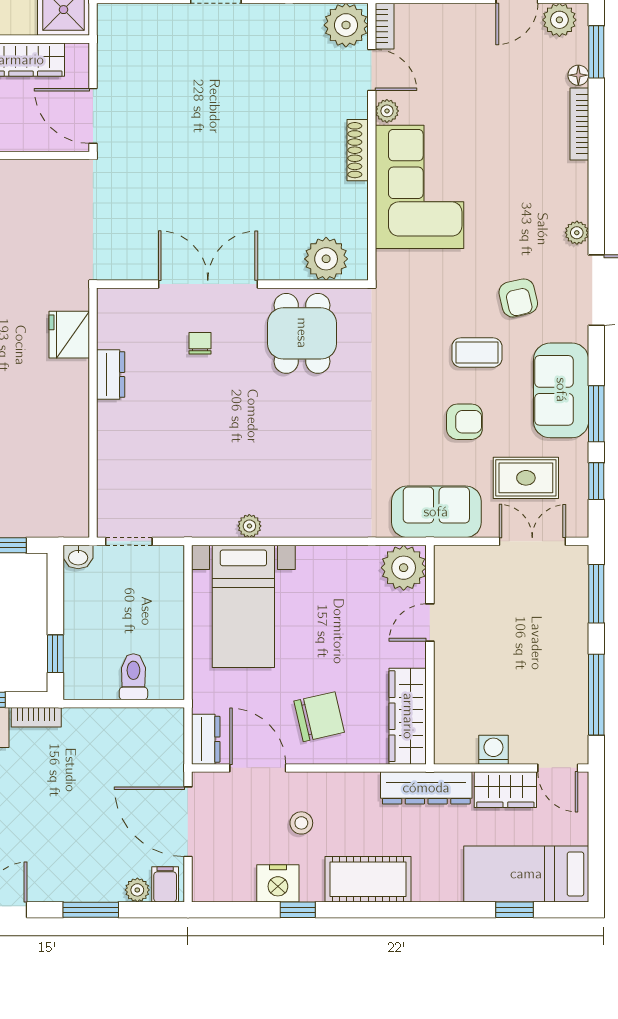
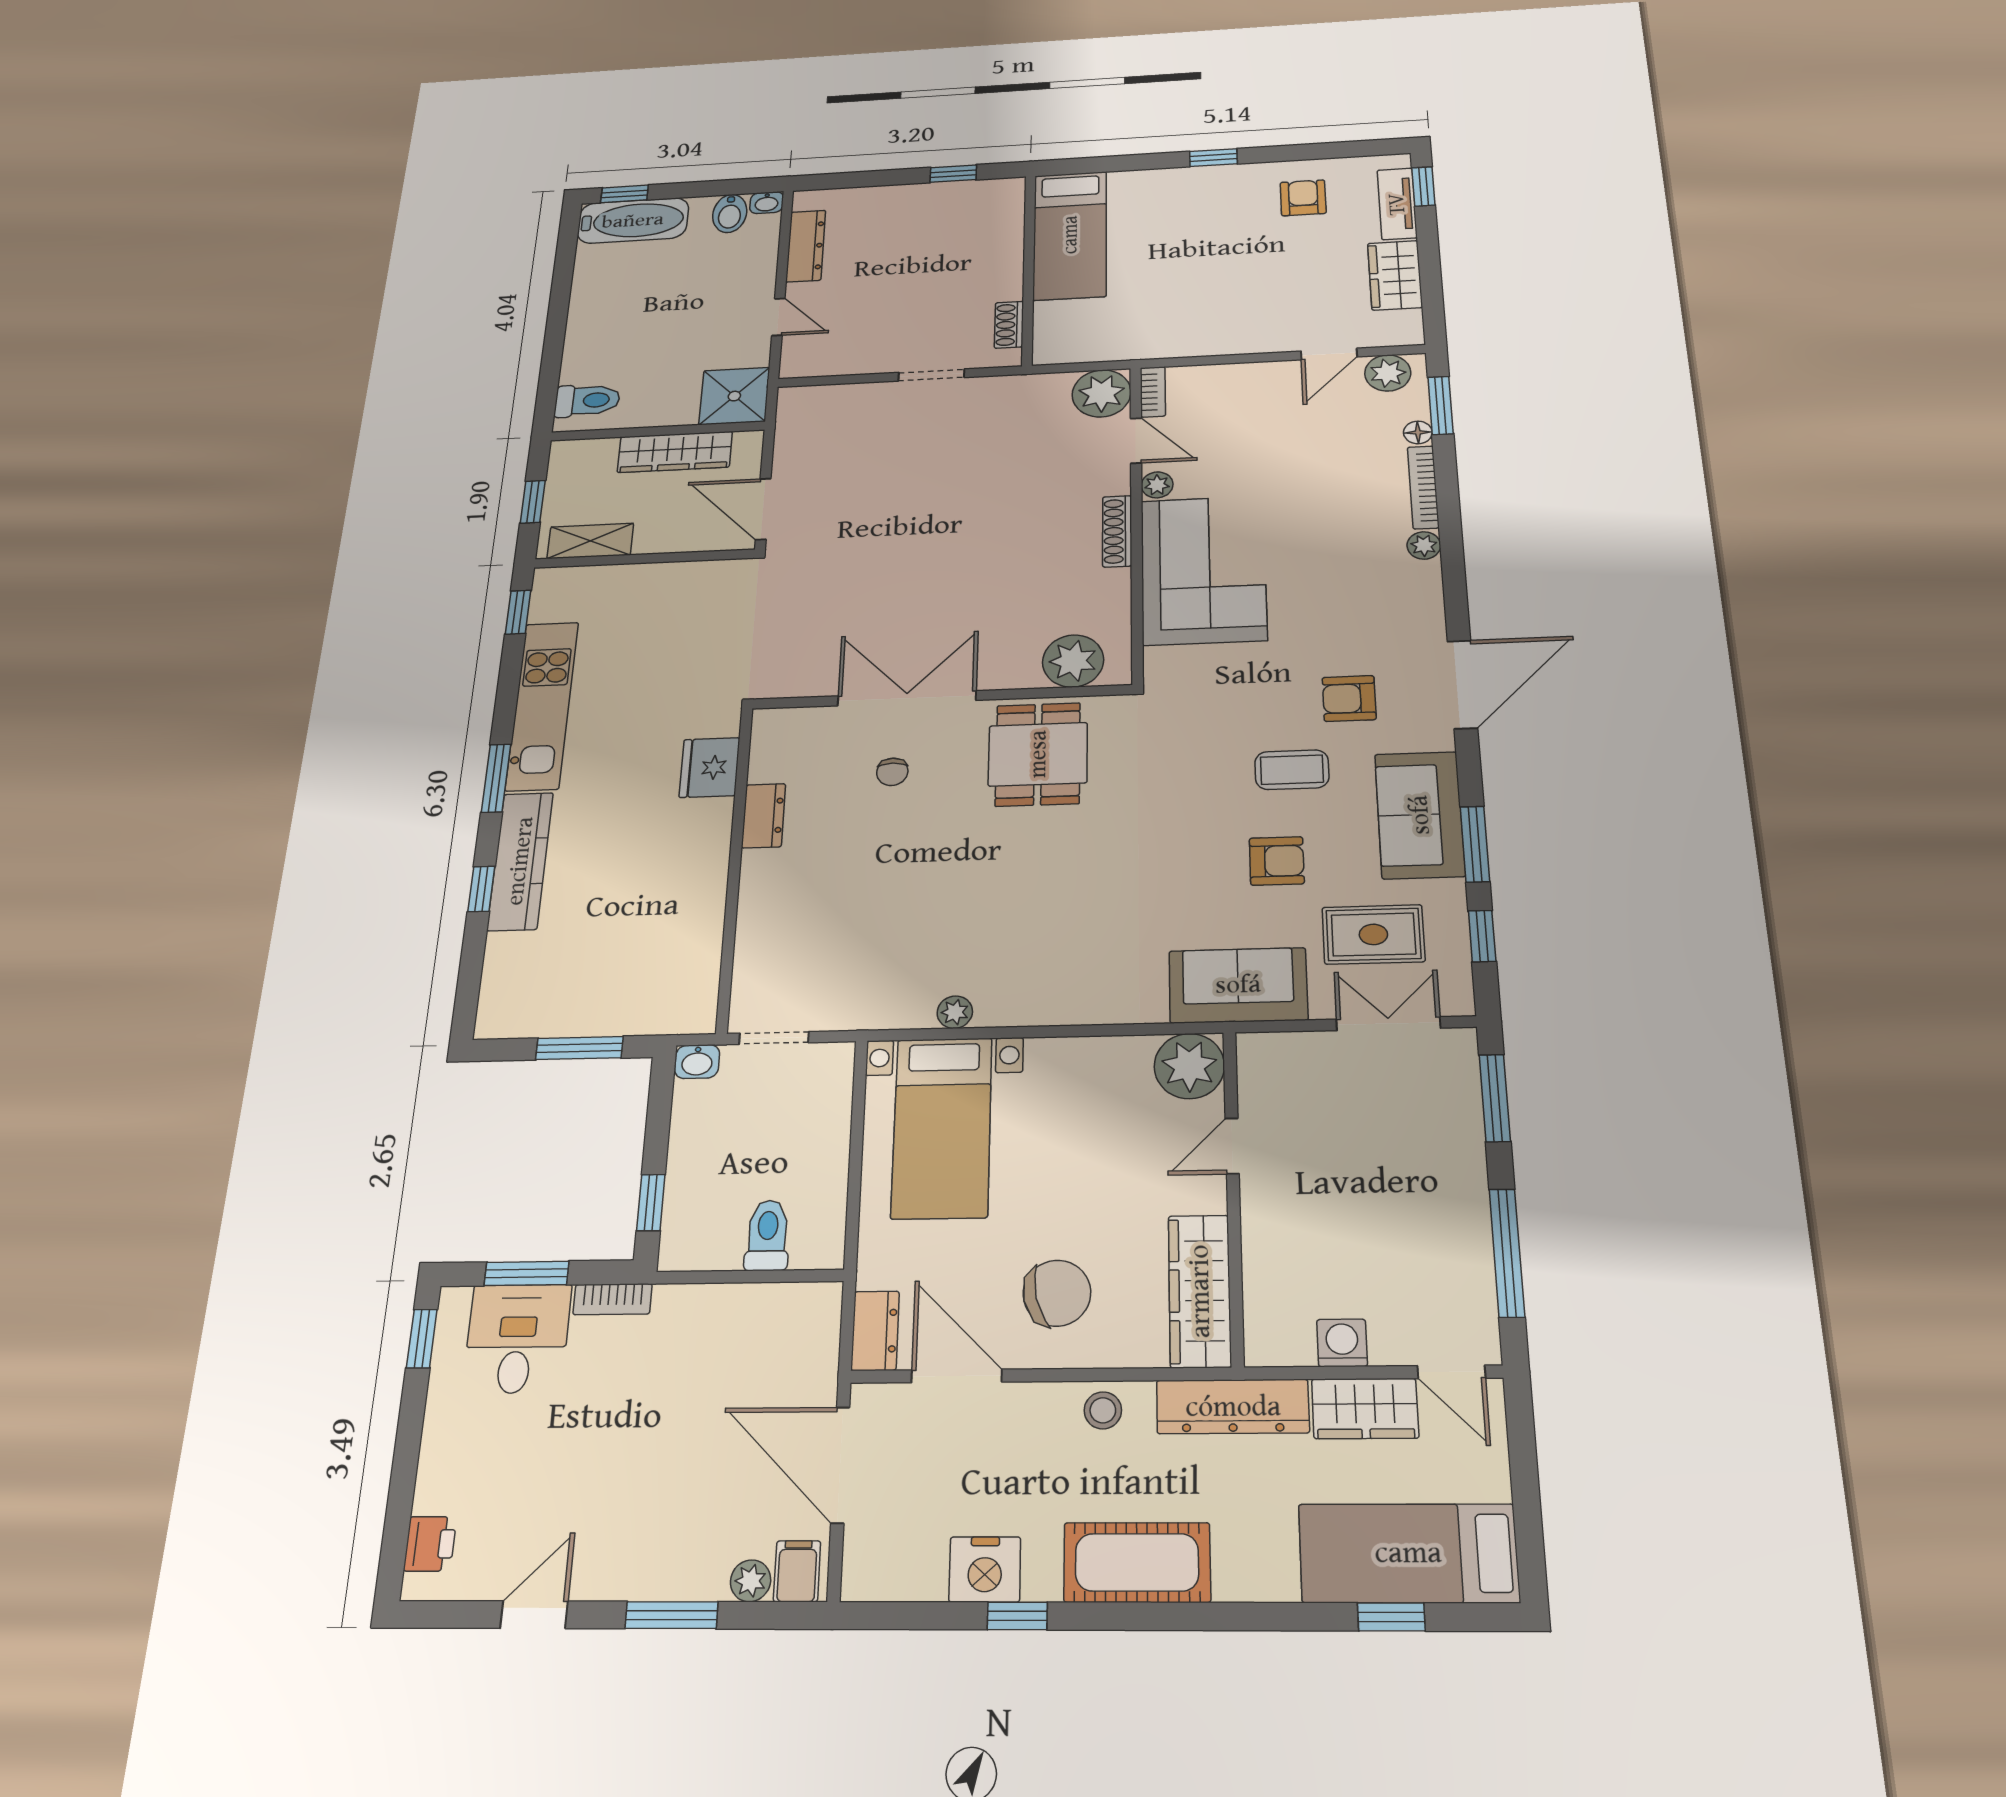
plant: (577, 233) -> (1424, 545), moved
armchair: (518, 298) -> (1349, 698), turned 103
chair: (200, 343) -> (892, 772), turned 180
stool: (301, 823) -> (1103, 1410), moved

